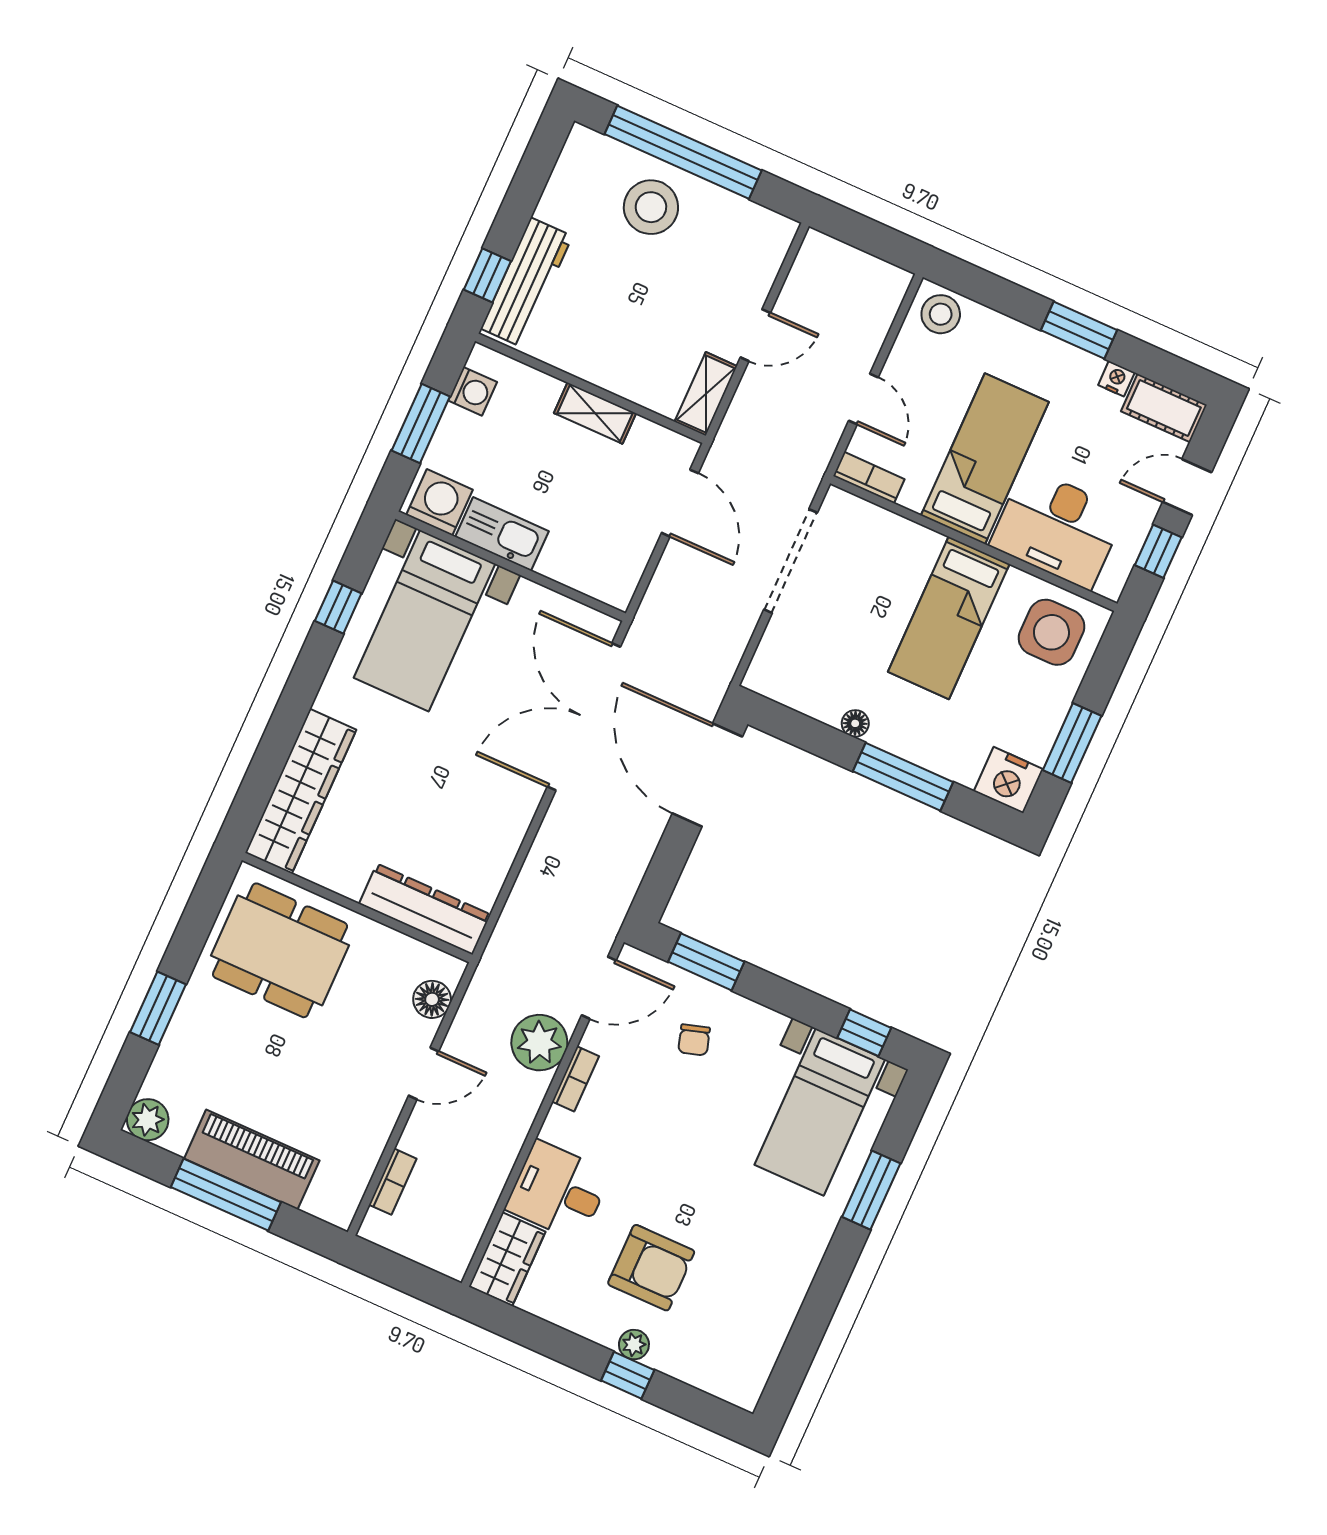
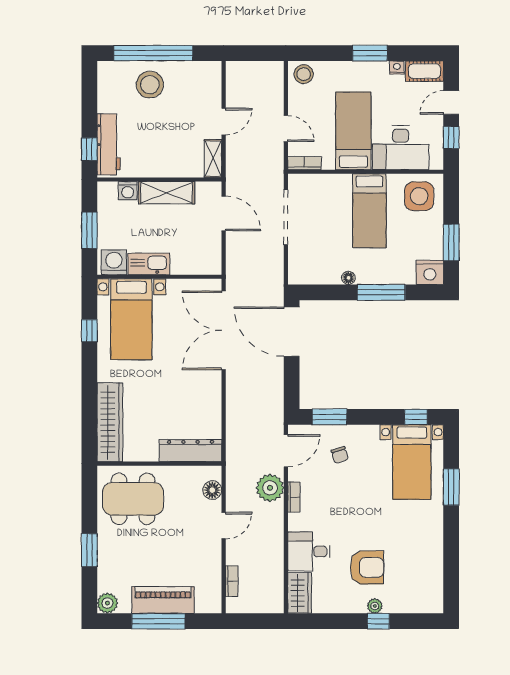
washing machine: (473, 391) -> (128, 191), moved, turned 90
shelving: (595, 413) -> (167, 193), width x1.50, depth x1.33

